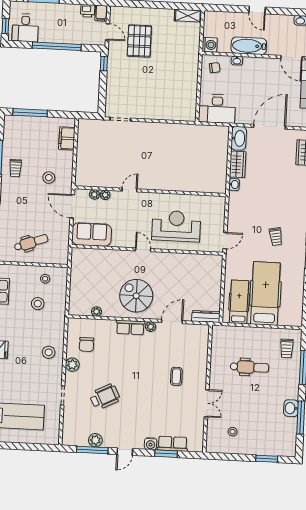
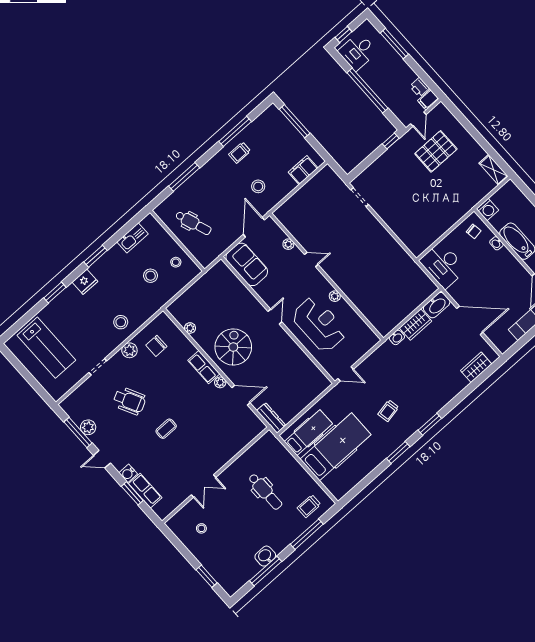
plant: (94, 194) -> (335, 296), moved
coffee table: (176, 376) -> (166, 429), moved

